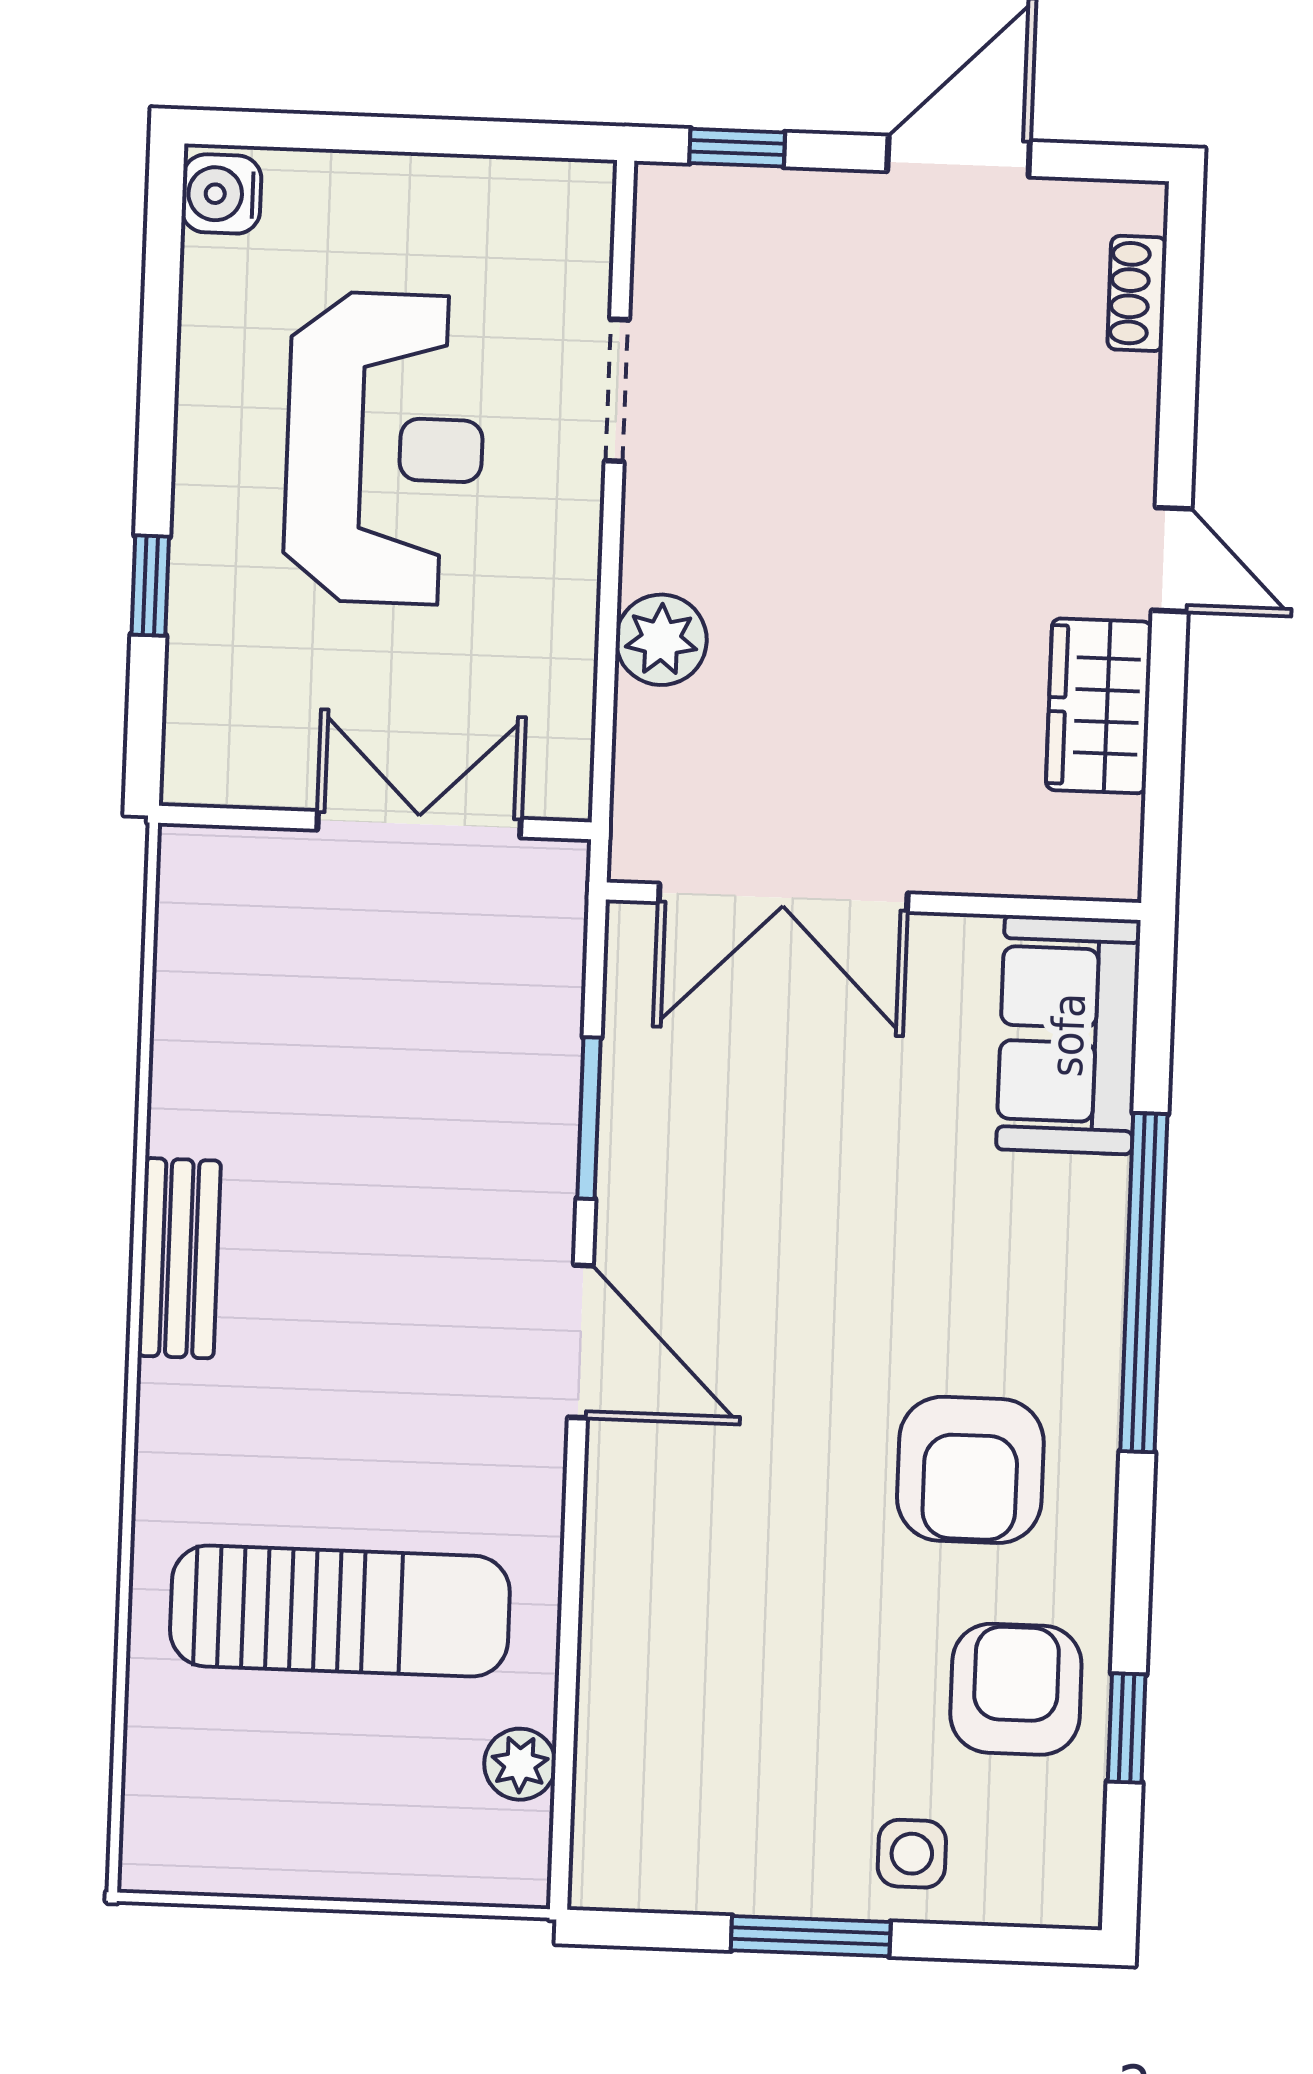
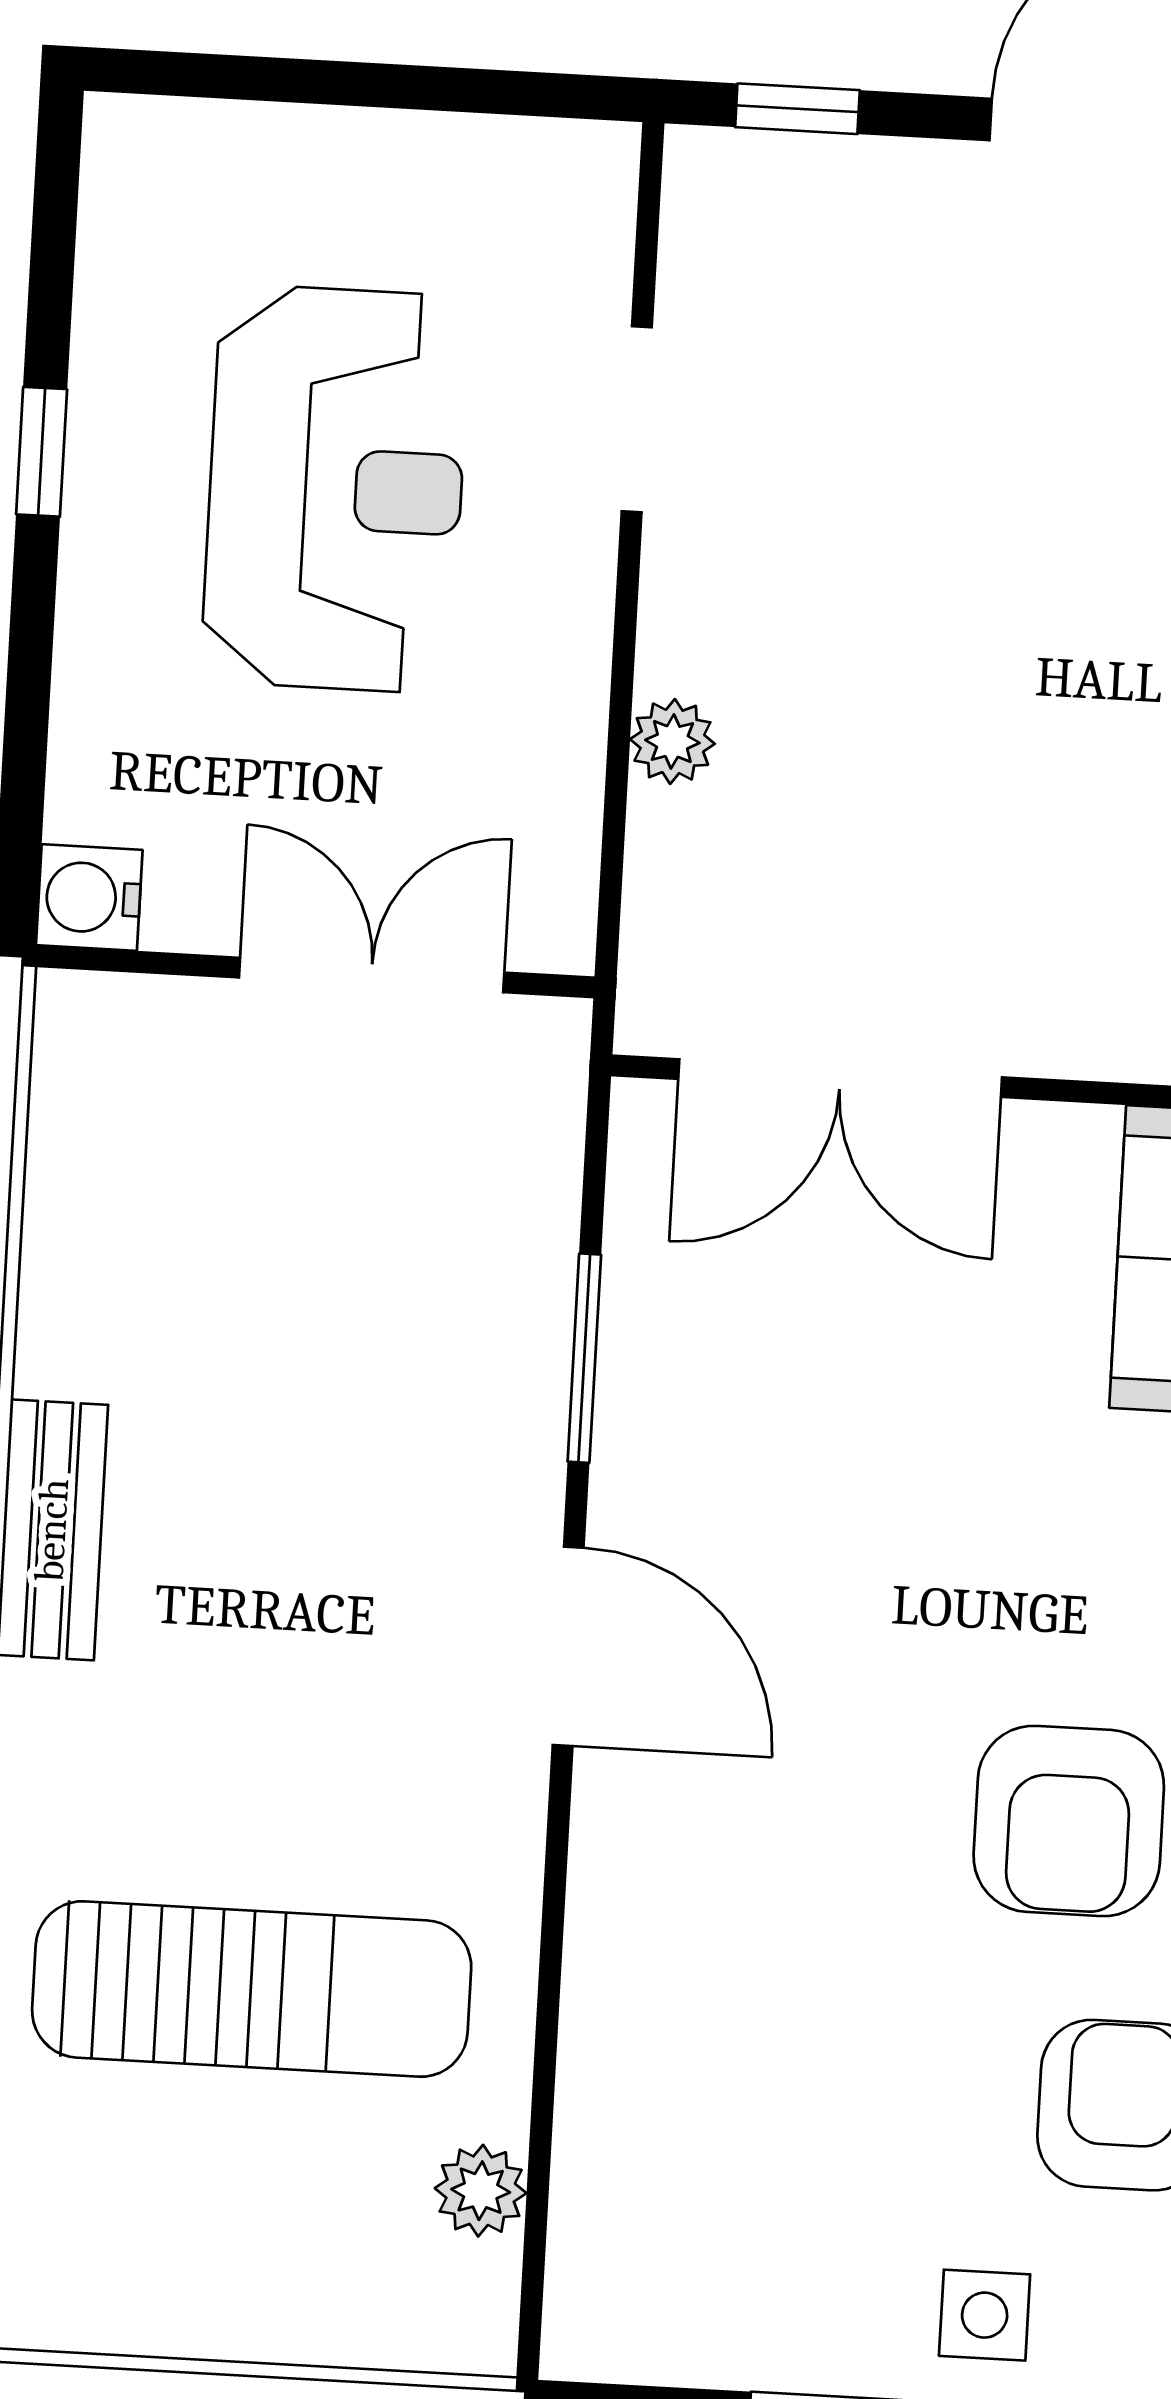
water cooler: (221, 194) -> (89, 898), moved
window: (150, 586) -> (42, 452), moved
plant: (661, 640) -> (672, 741), width x0.73, depth x0.73

